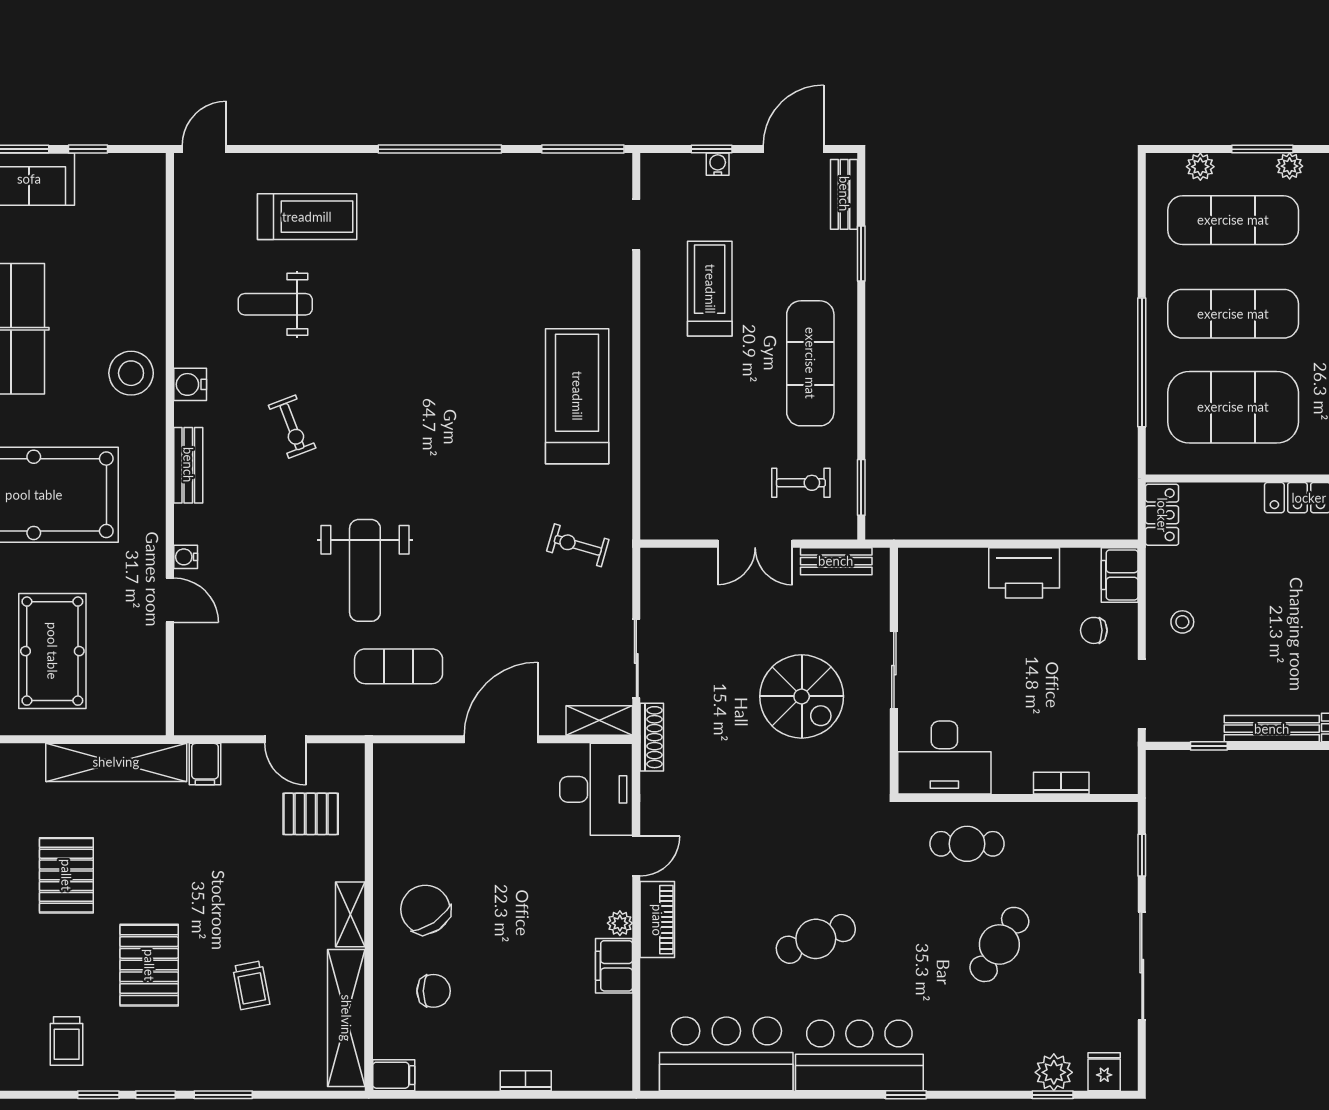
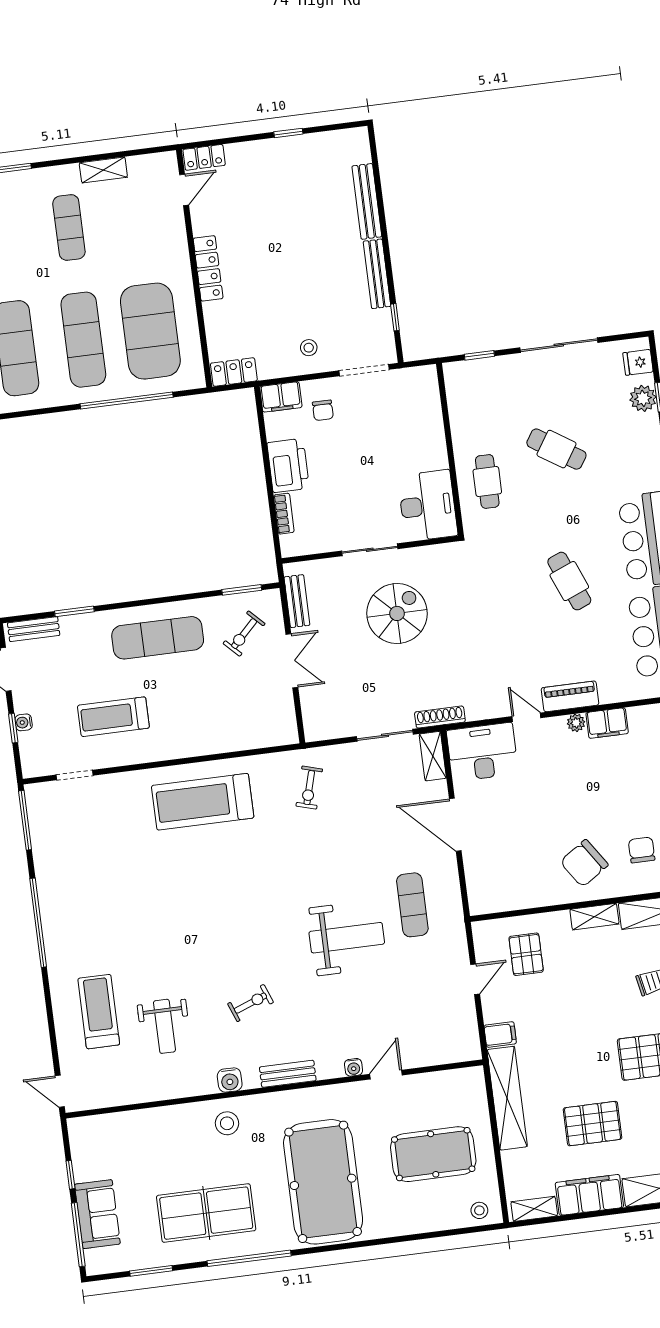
stool: (131, 373) -> (227, 1123), width x0.73, depth x0.73
exercise bike: (801, 483) -> (244, 634), turned -135
bookcase: (1061, 783) -> (284, 514), moved, turned 180

